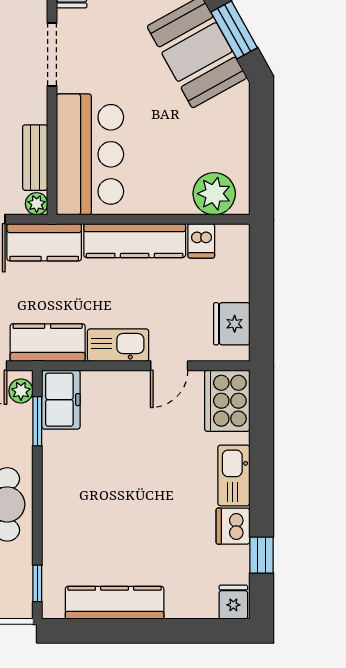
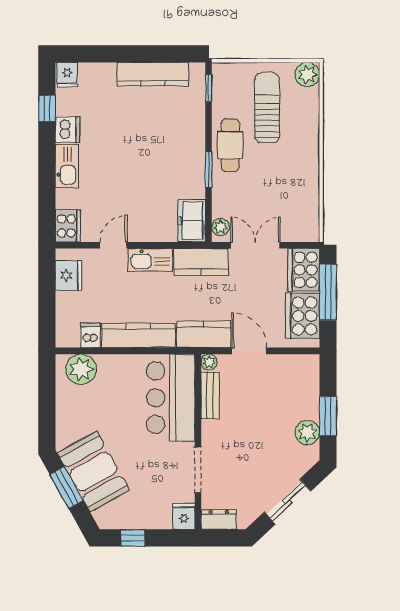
cooker: (227, 401) -> (68, 226), width x0.73, depth x0.76
window: (37, 421) -> (209, 170), moved

